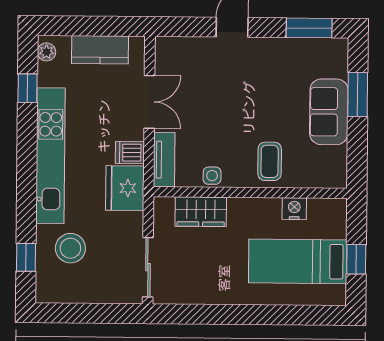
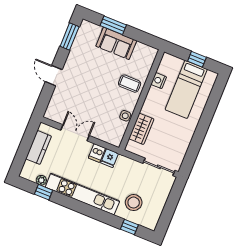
plant: (46, 52) -> (41, 180), moved
tv unit: (164, 160) -> (107, 137), removed
fridge: (125, 188) -> (110, 158), width x0.53, depth x0.75

